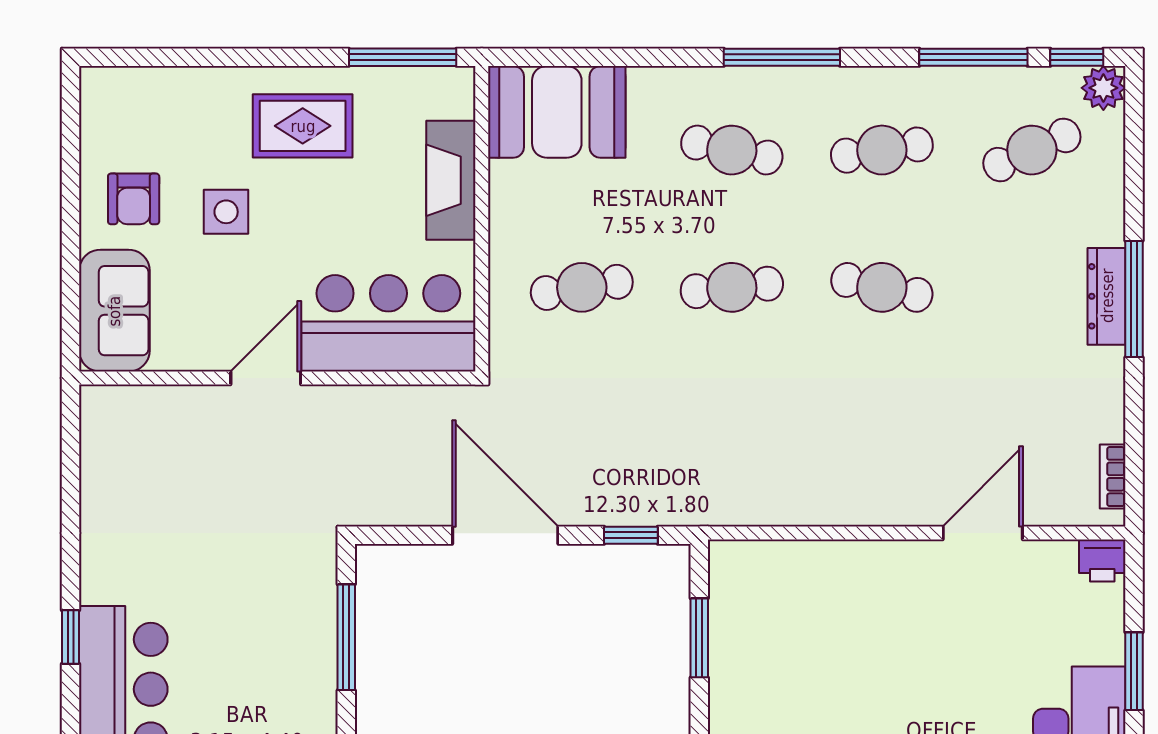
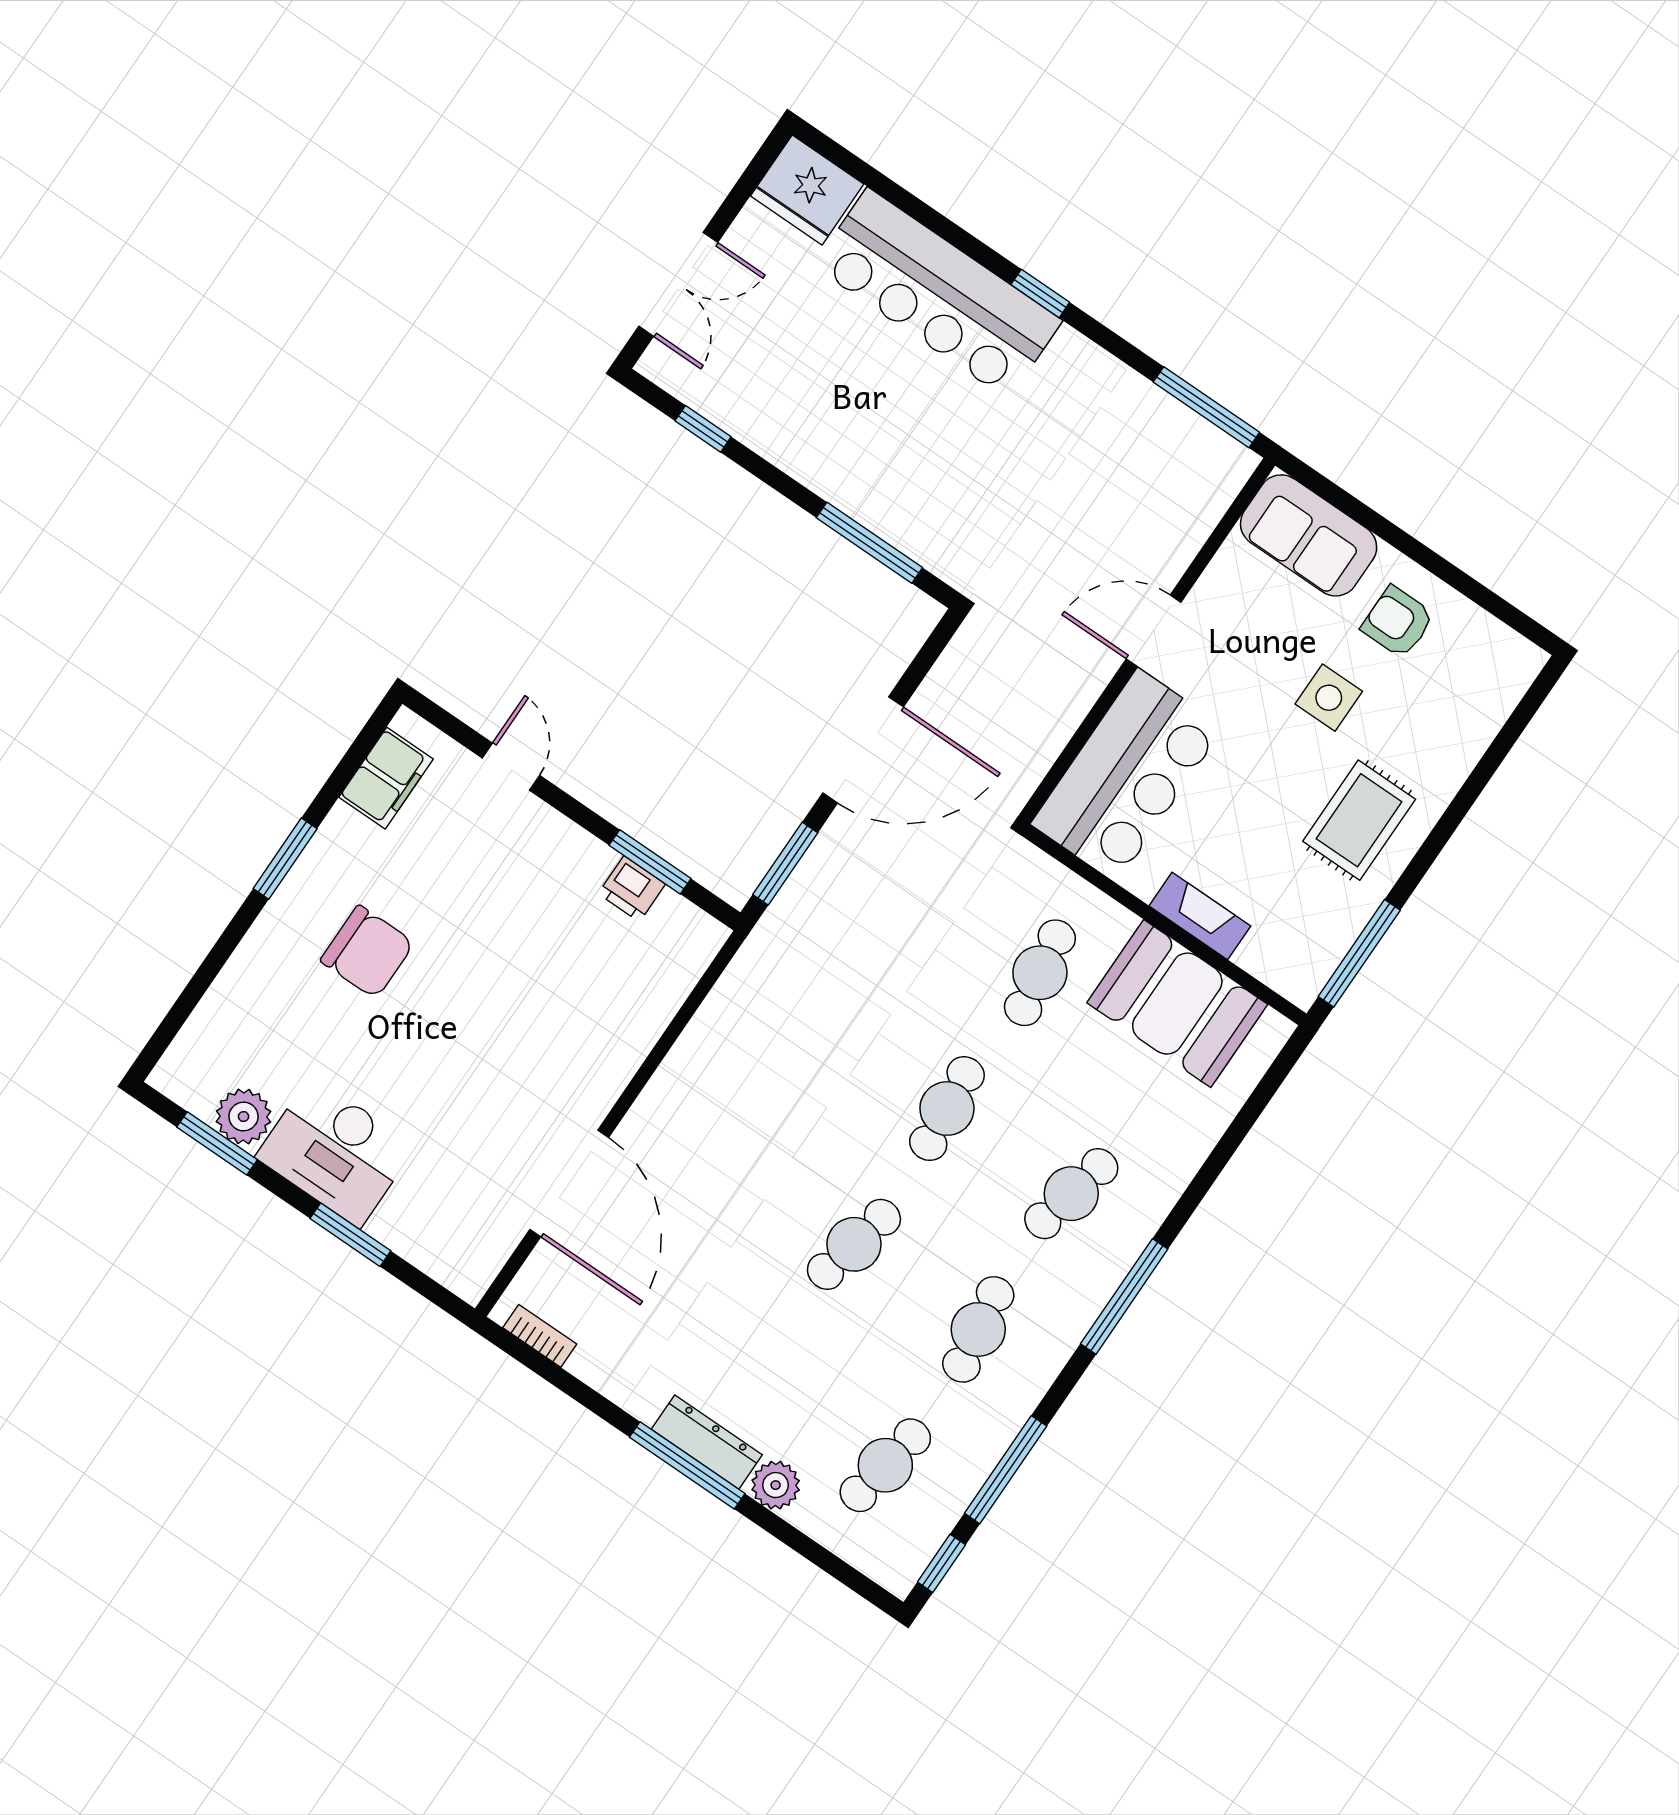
plant: (1103, 88) -> (776, 1485), moved
booth: (557, 112) -> (1177, 1004), moved, turned 90
cafe table: (1032, 150) -> (885, 1465), turned 33
fireplace: (451, 180) -> (1200, 916), width x0.73, depth x0.76
door: (266, 378) -> (1154, 631), swing flipped
window: (71, 453) -> (1206, 407), added
door: (983, 533) -> (569, 1183), width x1.36
window: (631, 535) -> (785, 864), width x1.50
printer: (1102, 561) -> (632, 889), moved, turned -90

